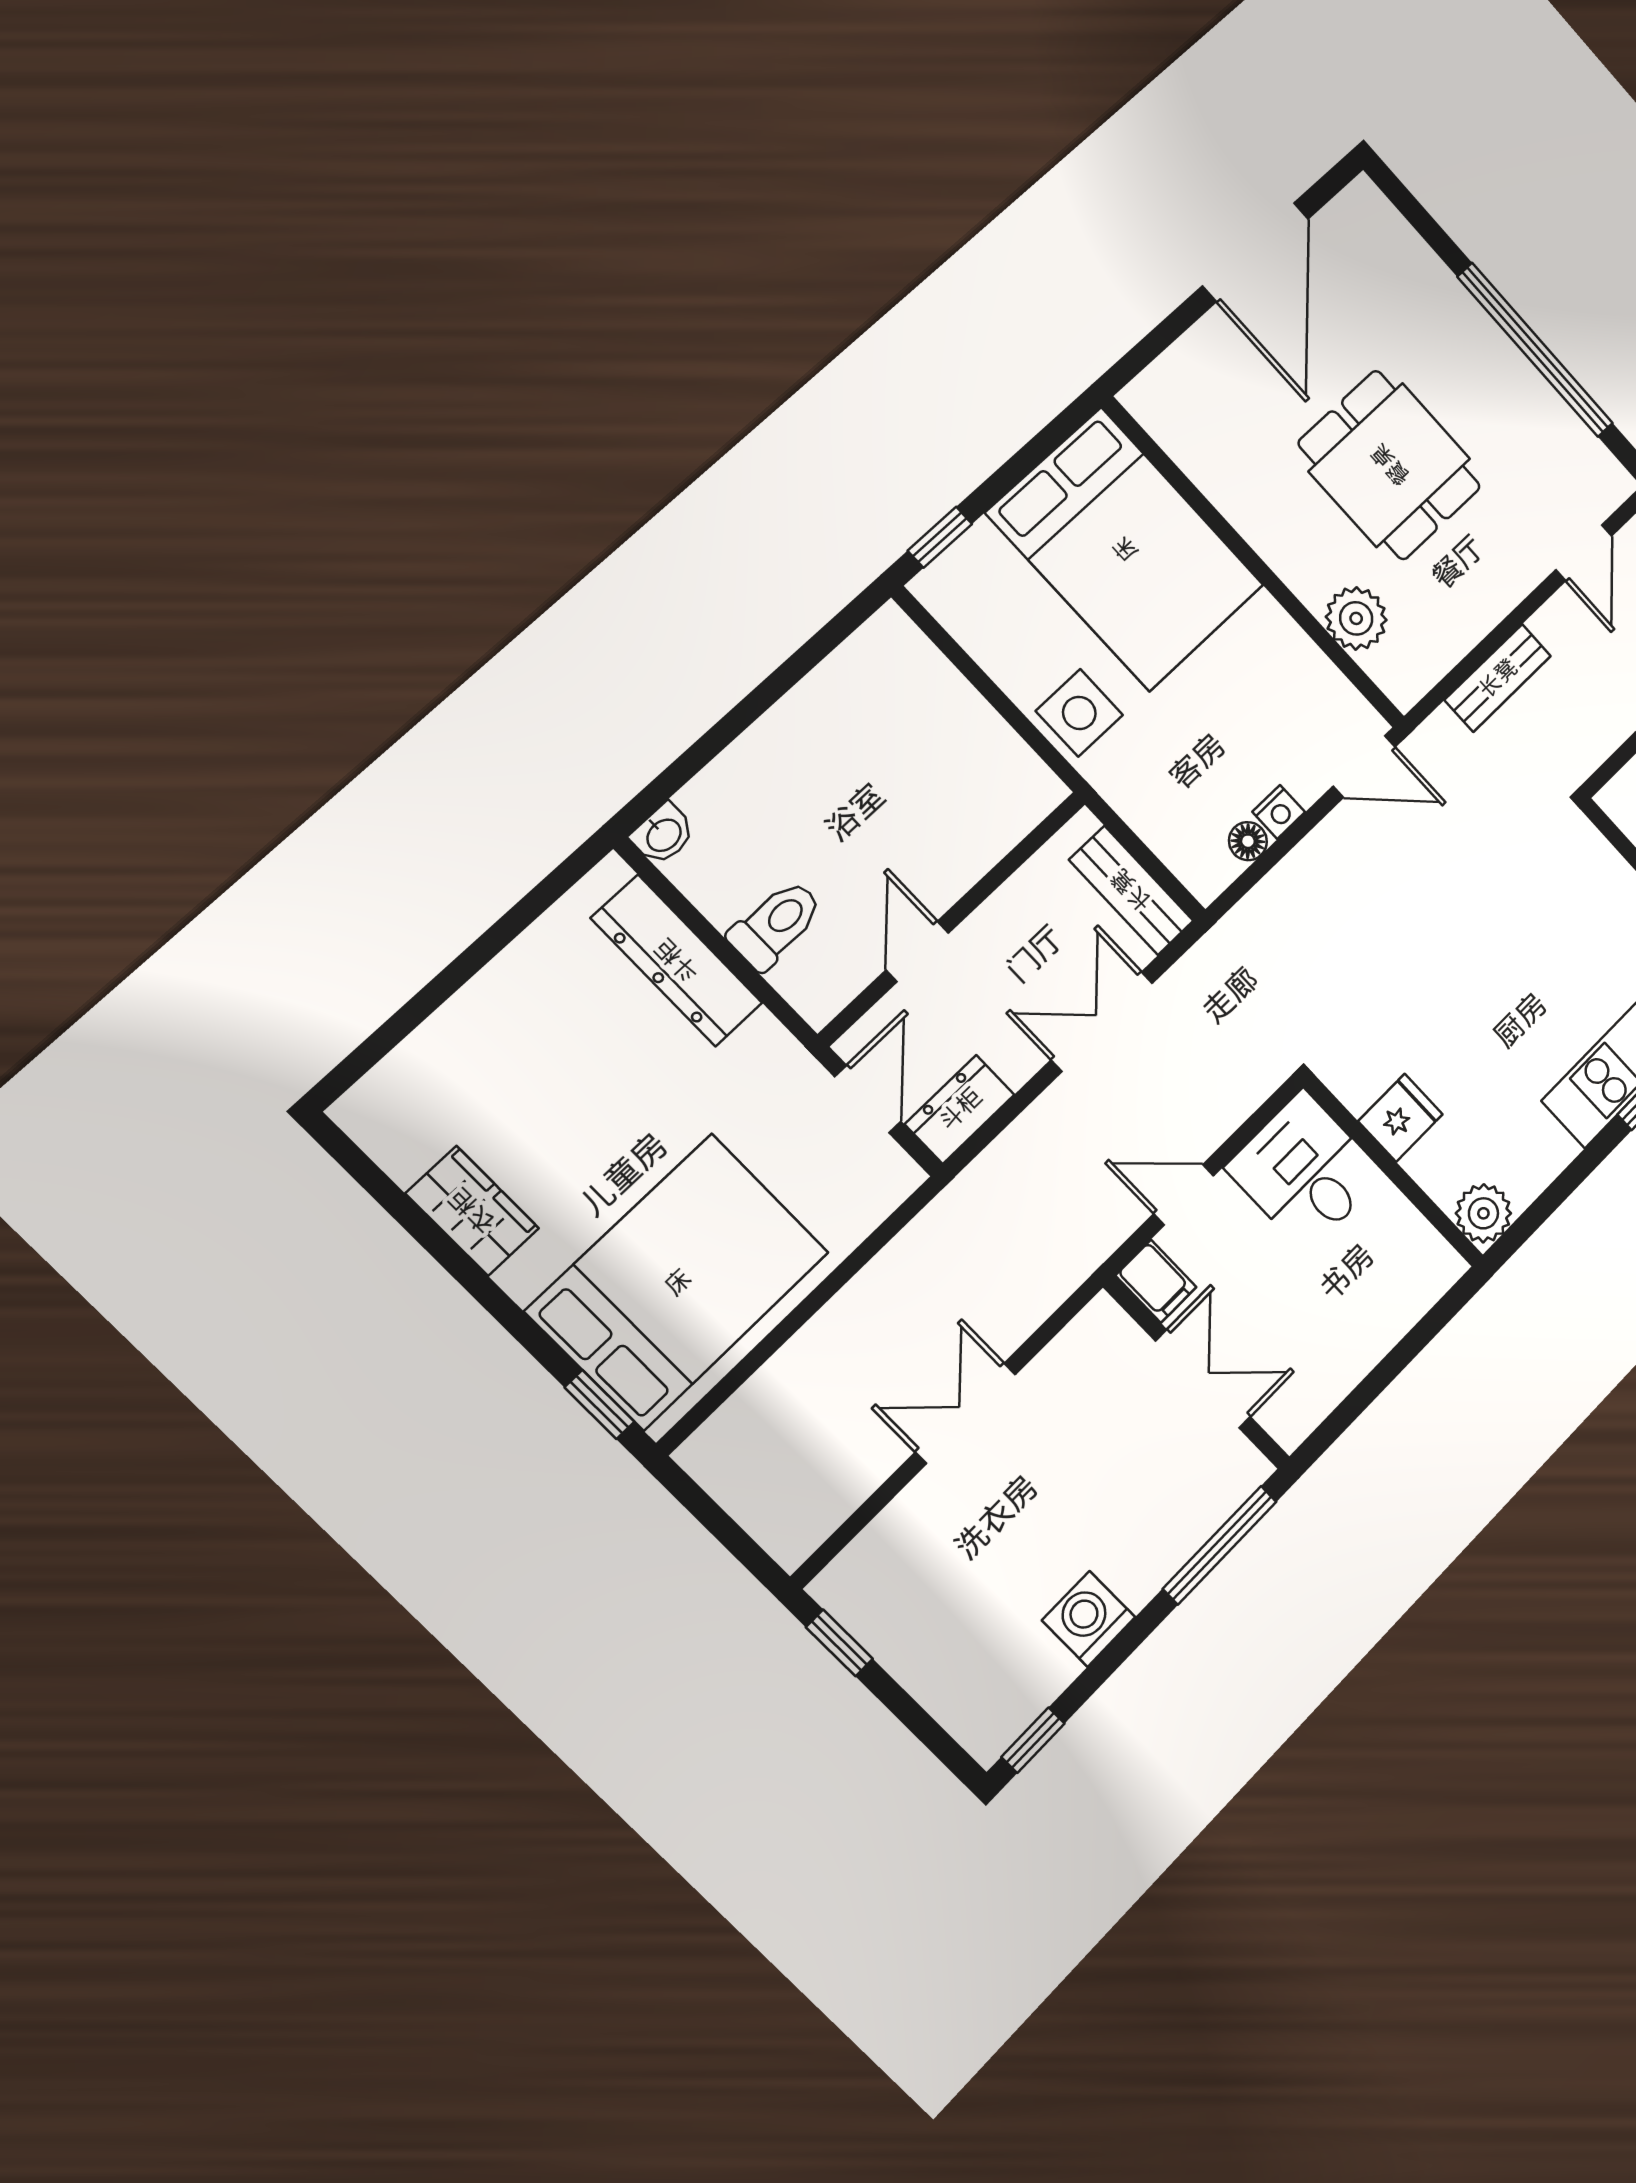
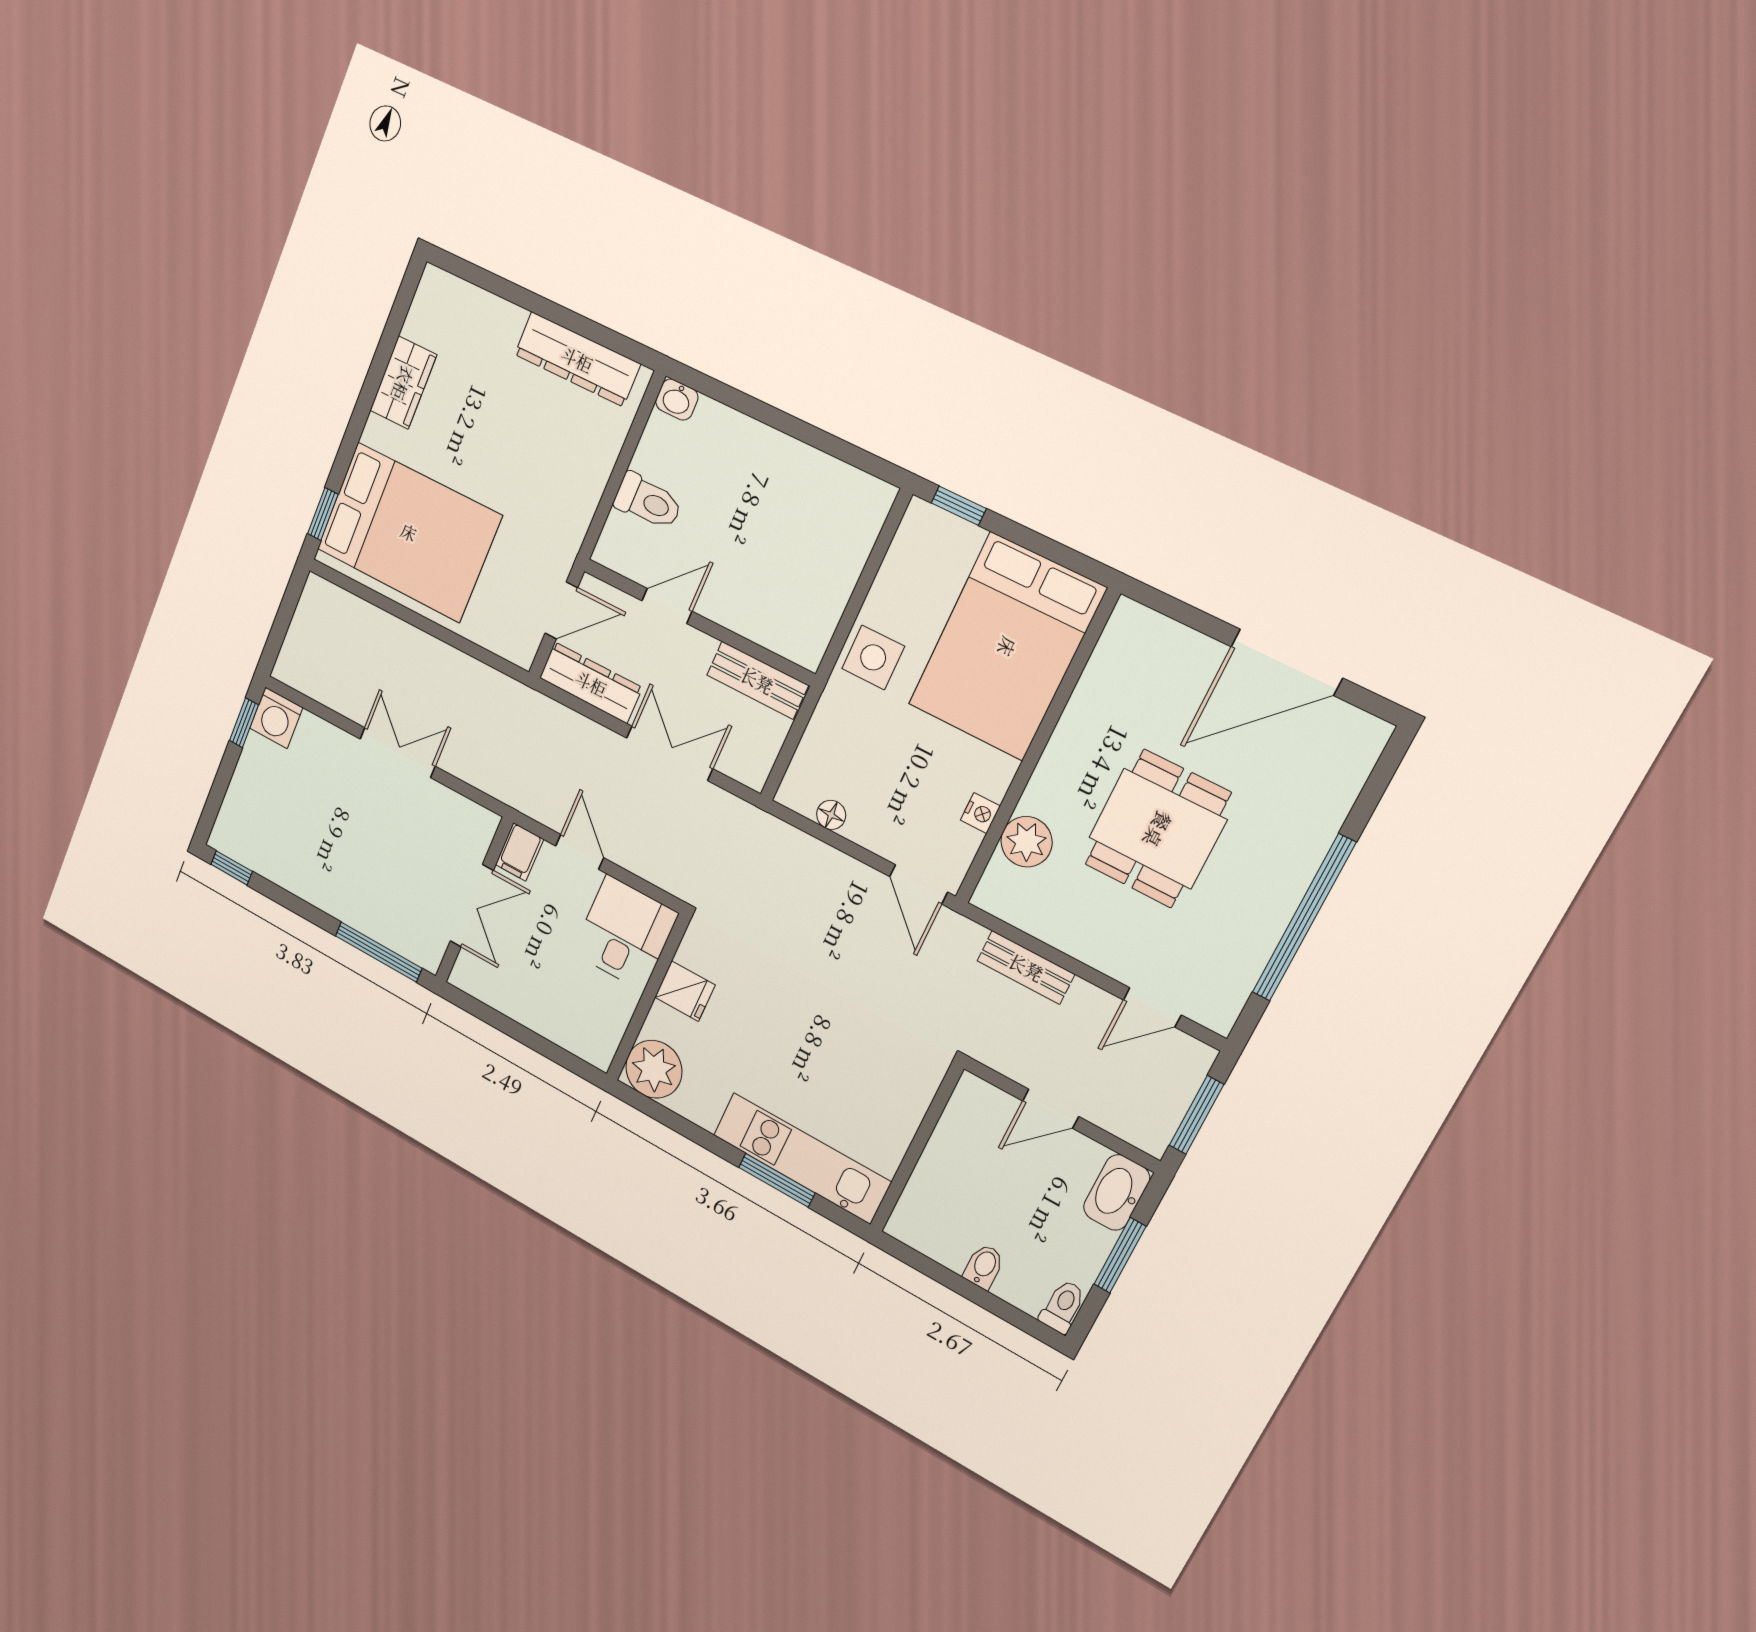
nightstand: (1279, 812) -> (980, 813), moved, turned -90
bench: (1131, 890) -> (757, 680), moved, turned 90
dresser: (677, 961) -> (577, 359), moved, turned -90
dresser: (960, 1109) -> (591, 683), width x1.44
plant: (1483, 1213) -> (654, 1069), width x1.36, depth x1.36
washing machine: (1089, 1619) -> (276, 718), moved, turned 180

